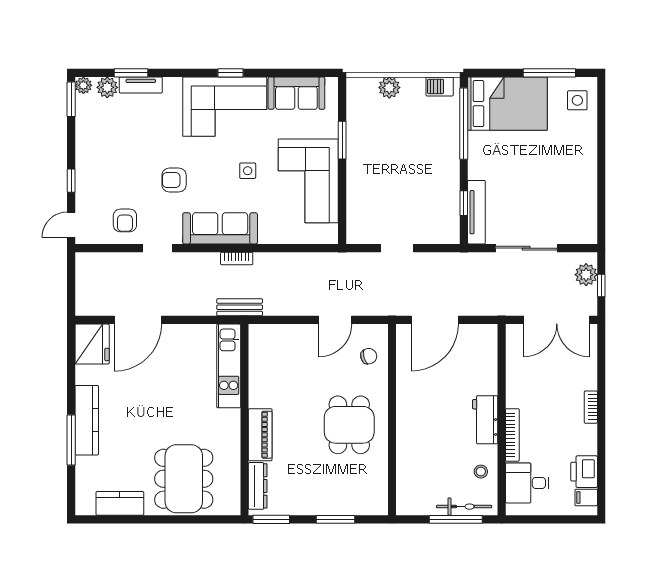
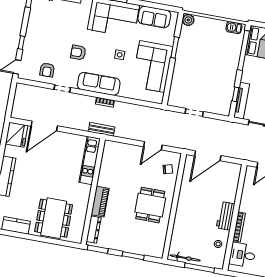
plant: (389, 88) -> (188, 20), moved
bicycle: (464, 507) -> (185, 258), moved

